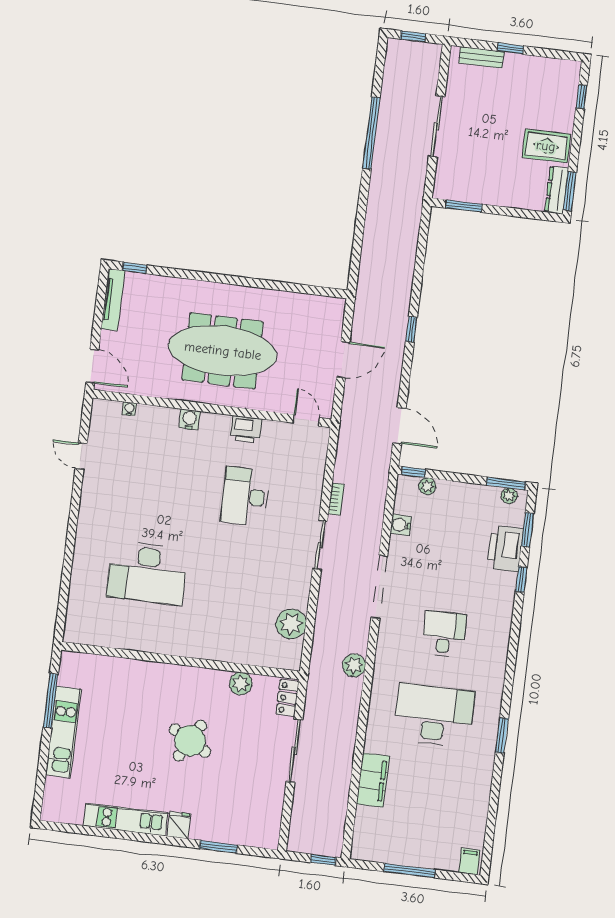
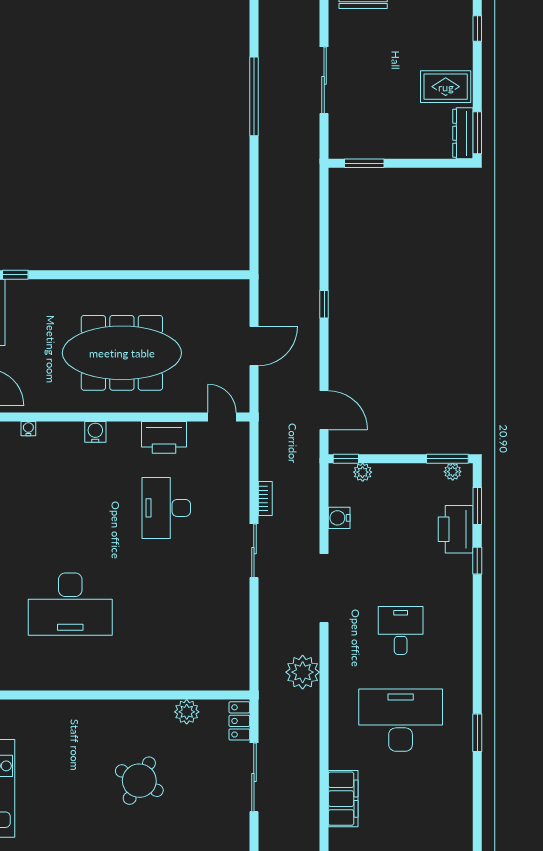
printer: (246, 429) -> (164, 437), width x1.37, depth x1.19
plant: (291, 624) -> (233, 640), removed
plant: (354, 665) -> (303, 672), width x1.36, depth x1.36

